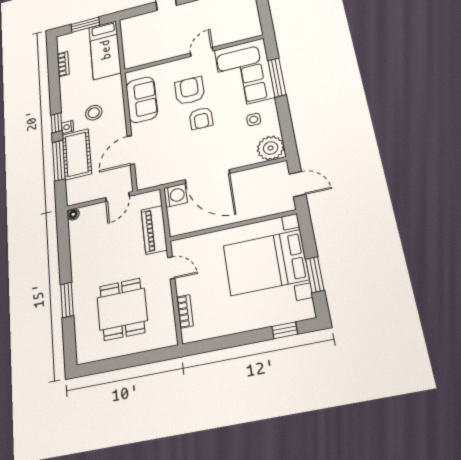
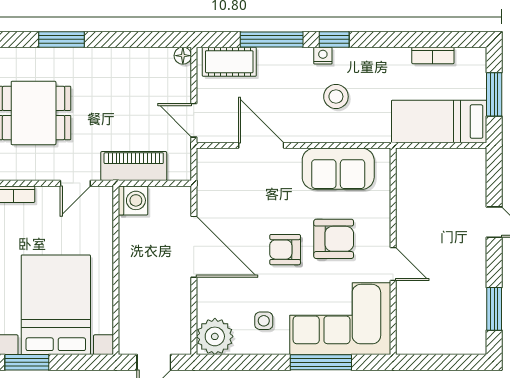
cot: (77, 154) -> (229, 62), moved, width x0.73, depth x0.75
door: (207, 177) -> (194, 247), swing flipped
washing machine: (176, 195) -> (133, 200), moved, turned -90

